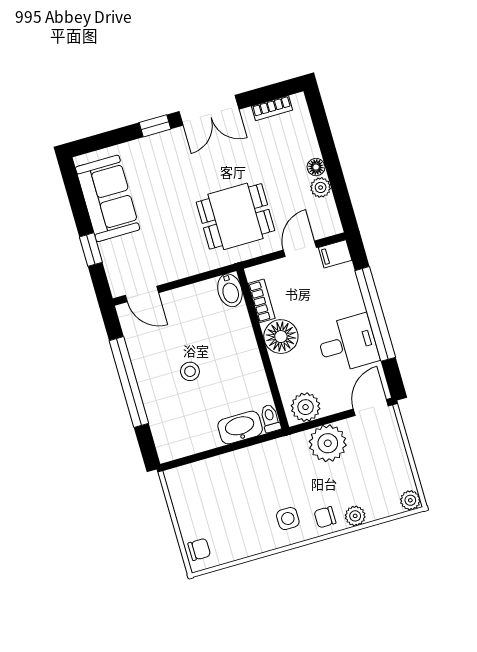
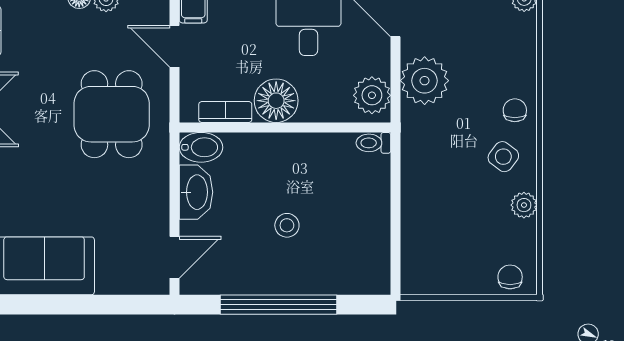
window: (91, 250) -> (101, 305), removed
washbasin: (240, 428) -> (196, 192), moved, turned 180
plant: (355, 516) -> (524, 205), moved
chair: (325, 517) -> (515, 110), turned 180
side table: (288, 519) -> (503, 157), turned 37

